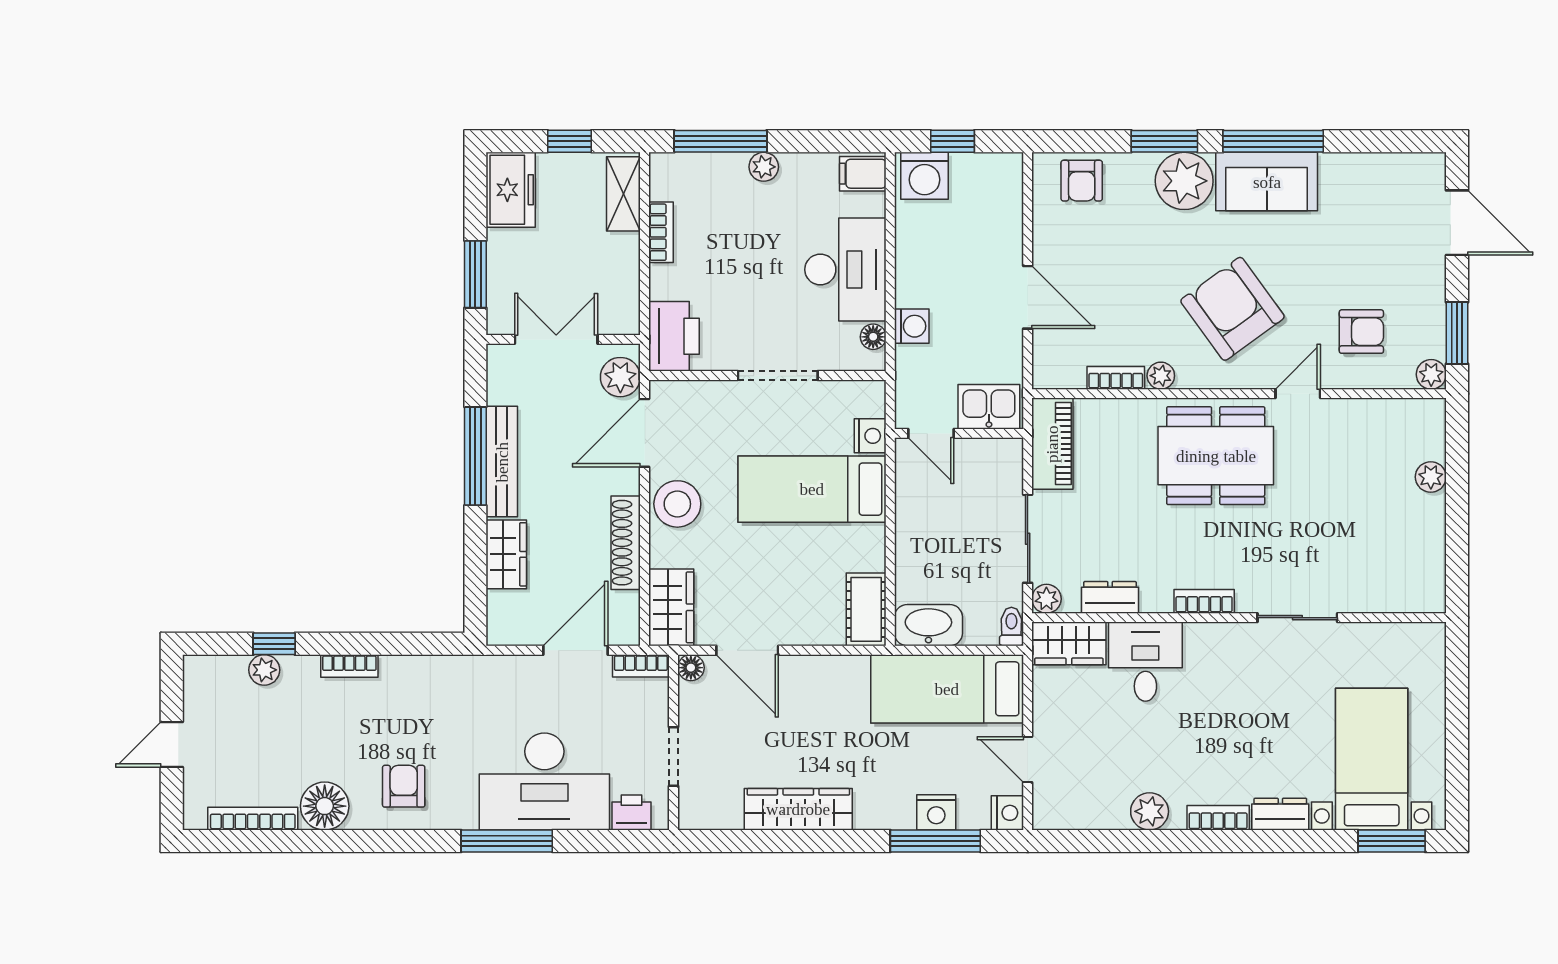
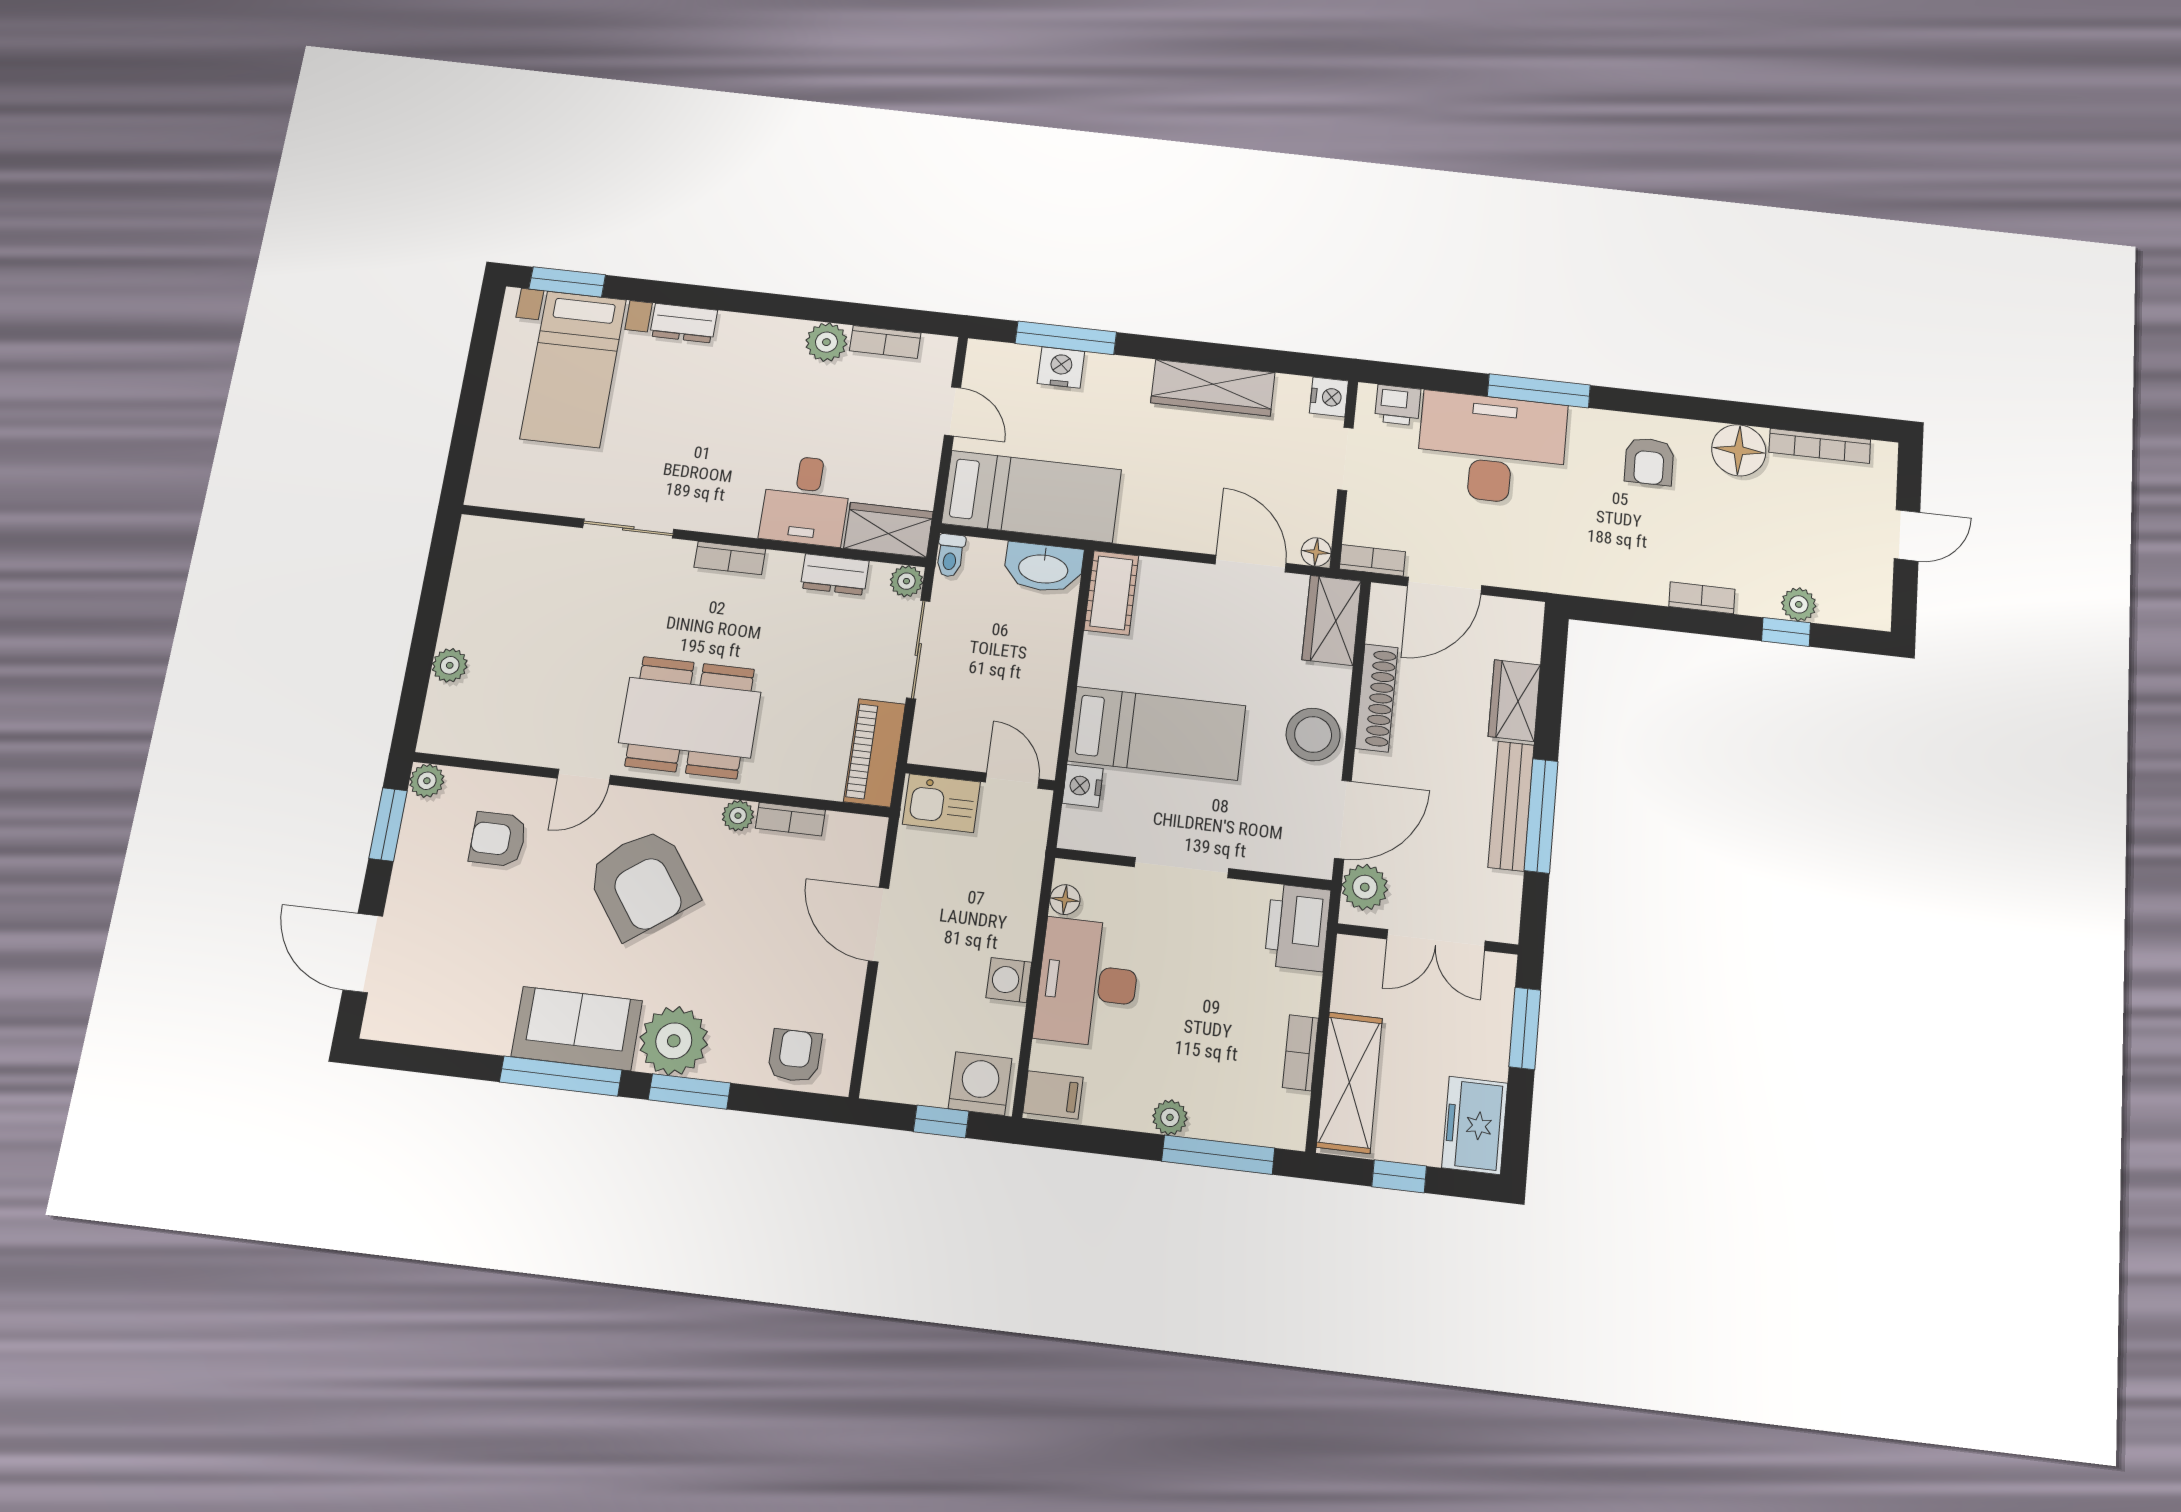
shelving: (623, 194) -> (1349, 1083), width x1.50, depth x1.33
washing machine: (912, 326) -> (1009, 980), moved
nightstand: (1007, 813) -> (1329, 397), moved, turned 180
bookcase: (1218, 818) -> (885, 342), moved

